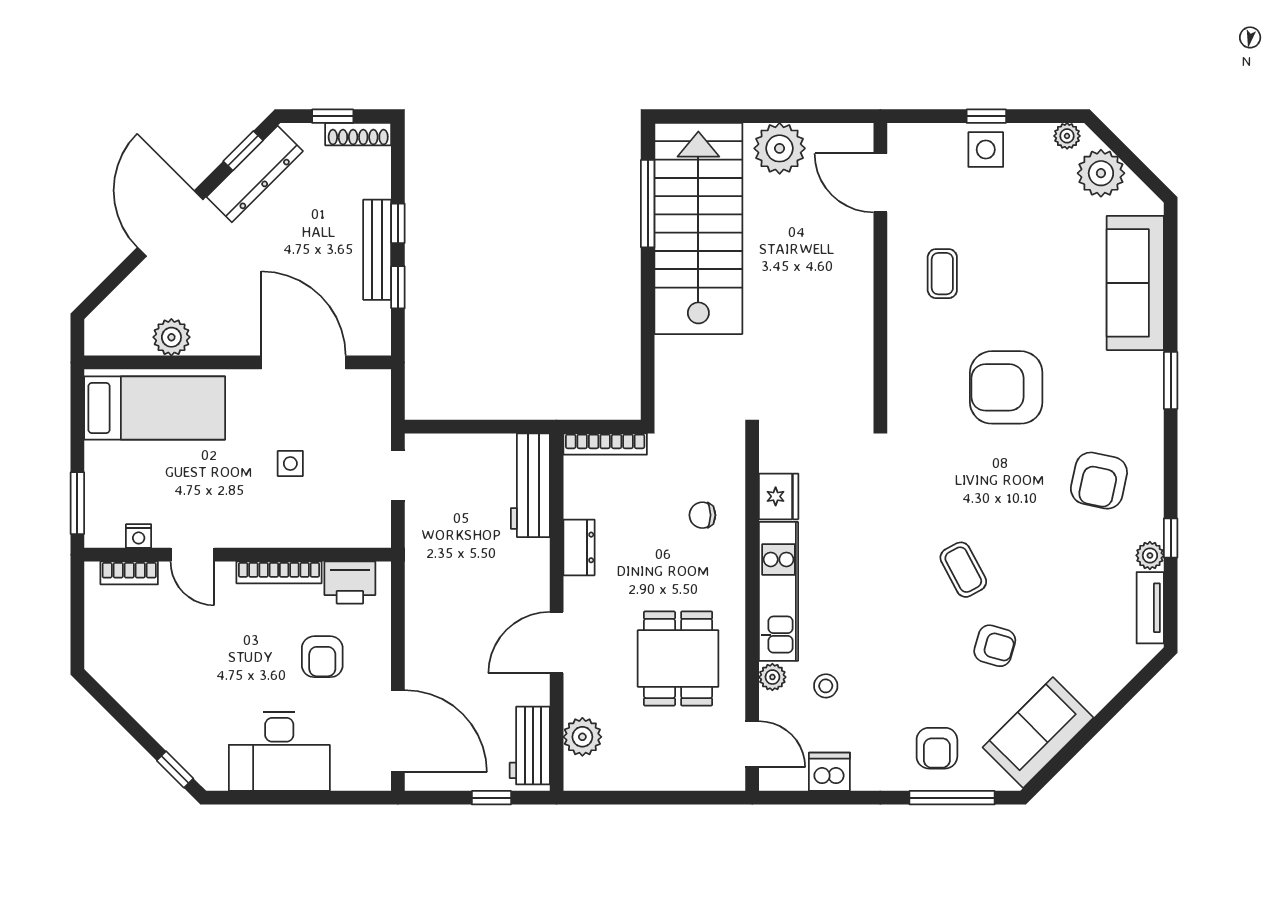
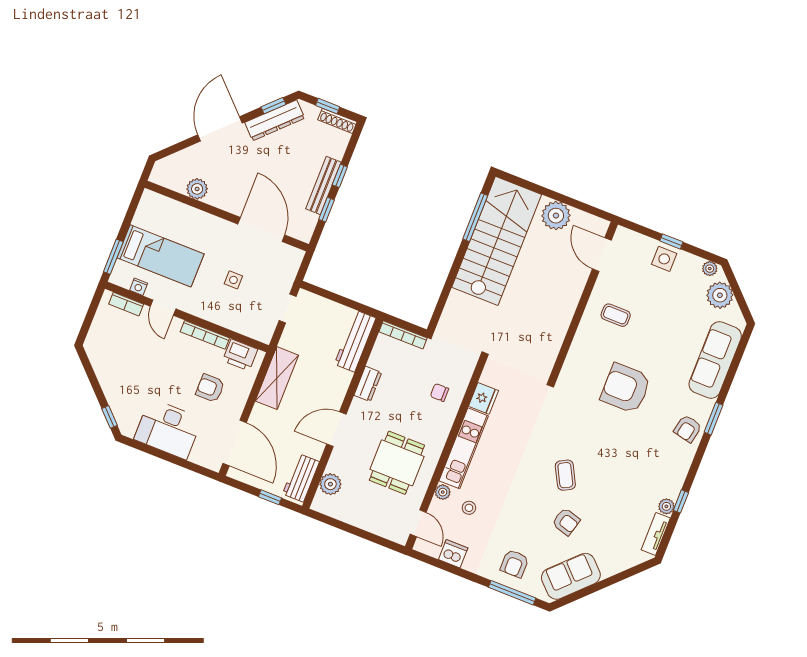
coffee table: (942, 274) -> (616, 315), turned 90
bed: (155, 408) -> (161, 256), moved
armchair: (1099, 481) -> (688, 429), moved, width x0.72, depth x0.72
shelving: (425, 597) -> (277, 378), added
armchair: (322, 657) -> (210, 388), turned 90

